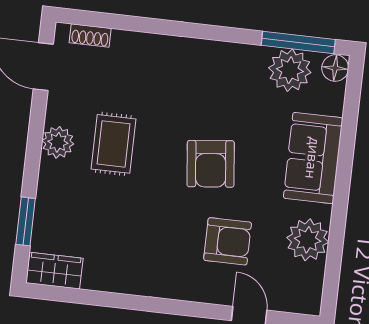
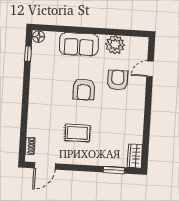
window: (298, 42) -> (28, 54), width x0.46
plant: (290, 70) -> (41, 57), removed
plant: (58, 142) -> (78, 158), removed
armchair: (211, 164) -> (84, 89), turned 96

